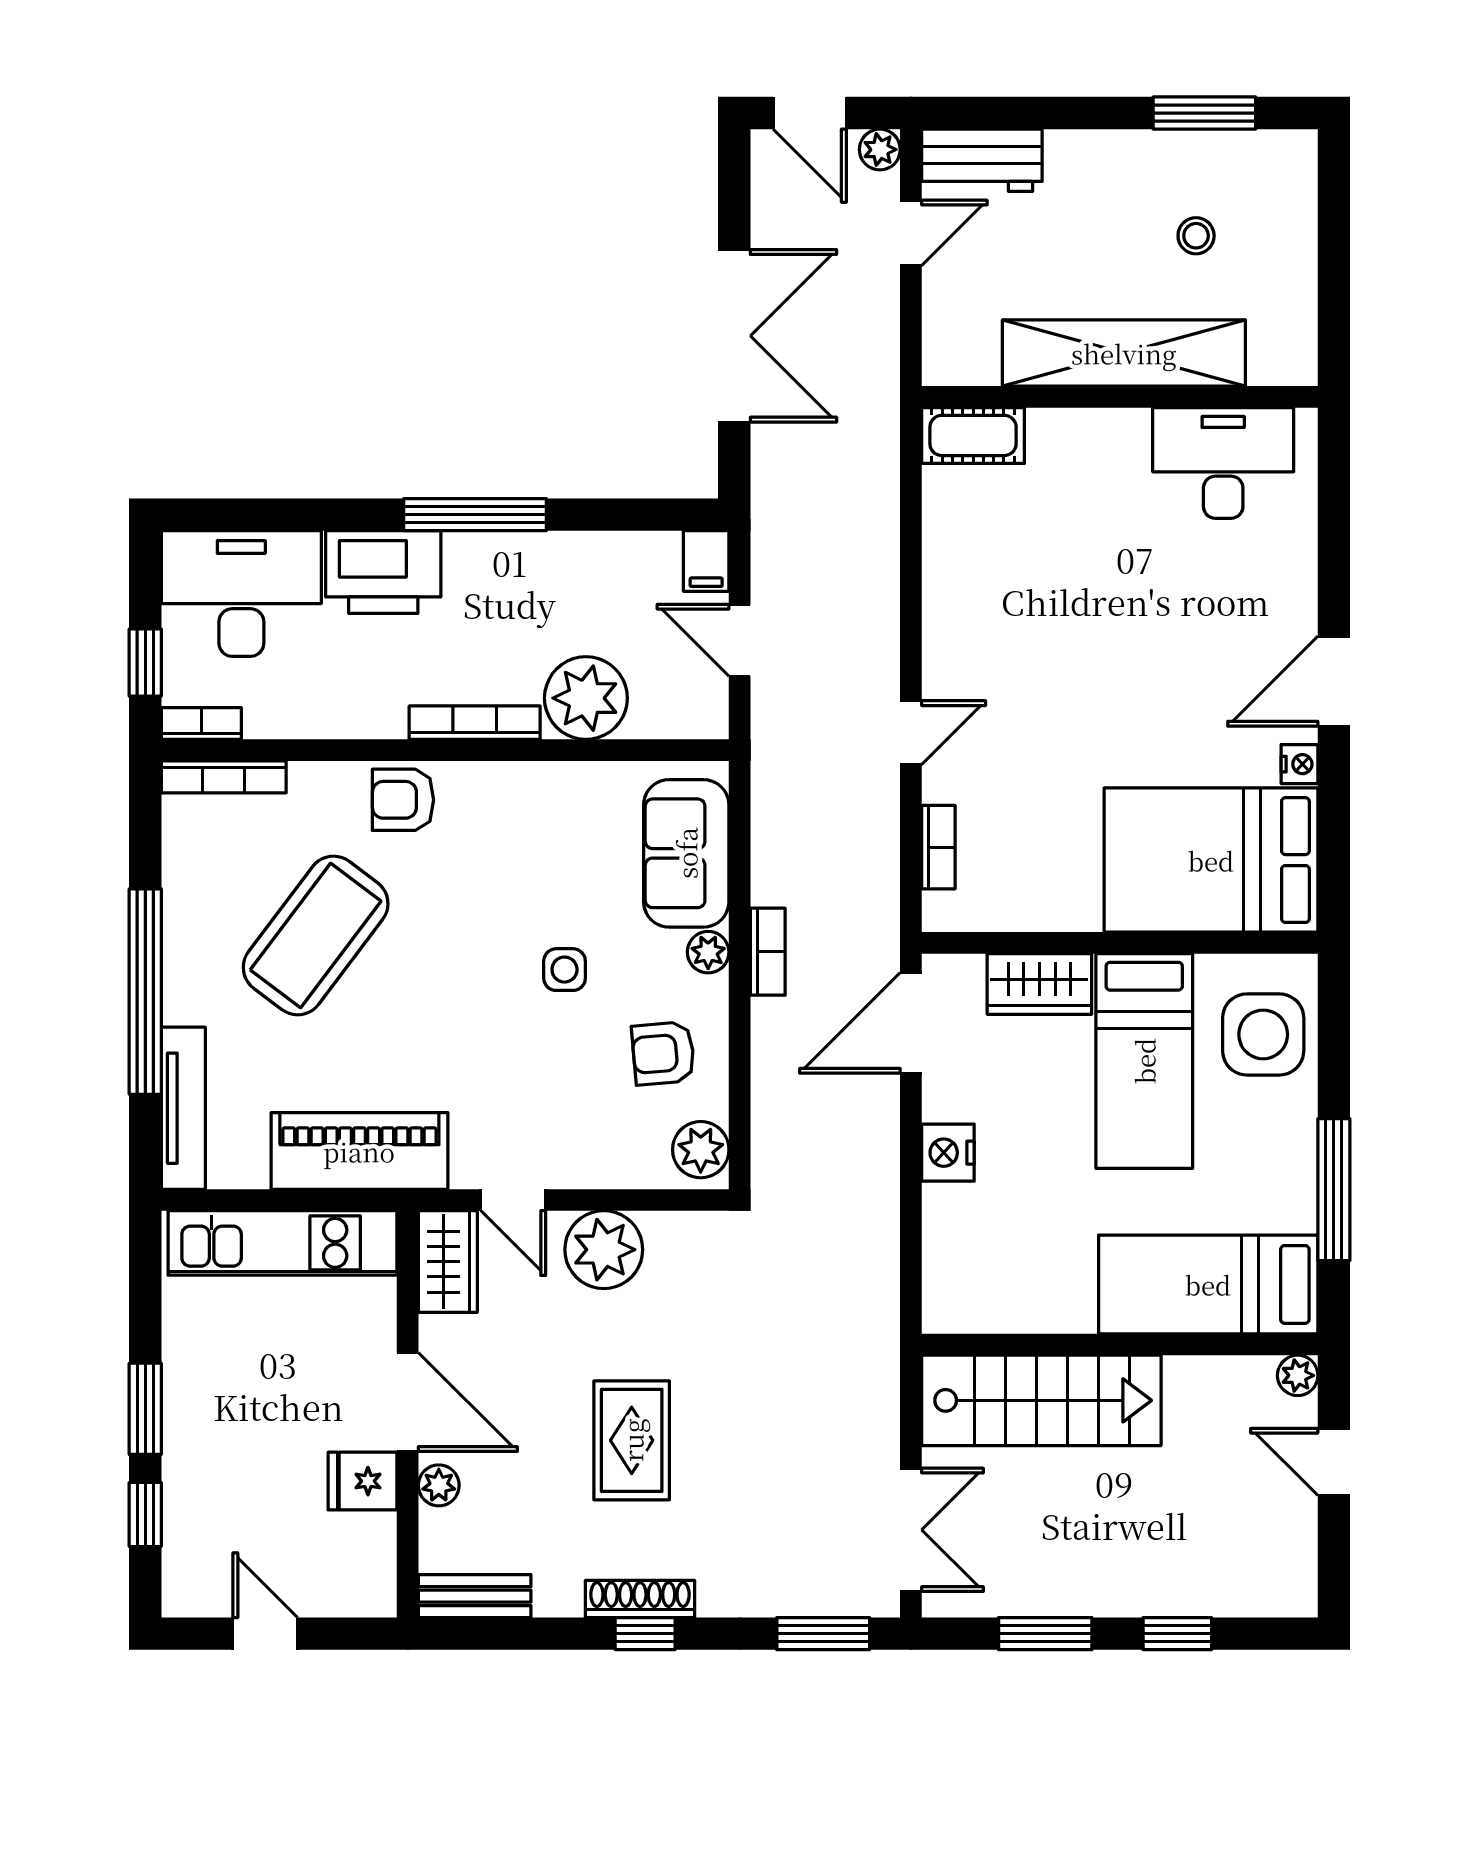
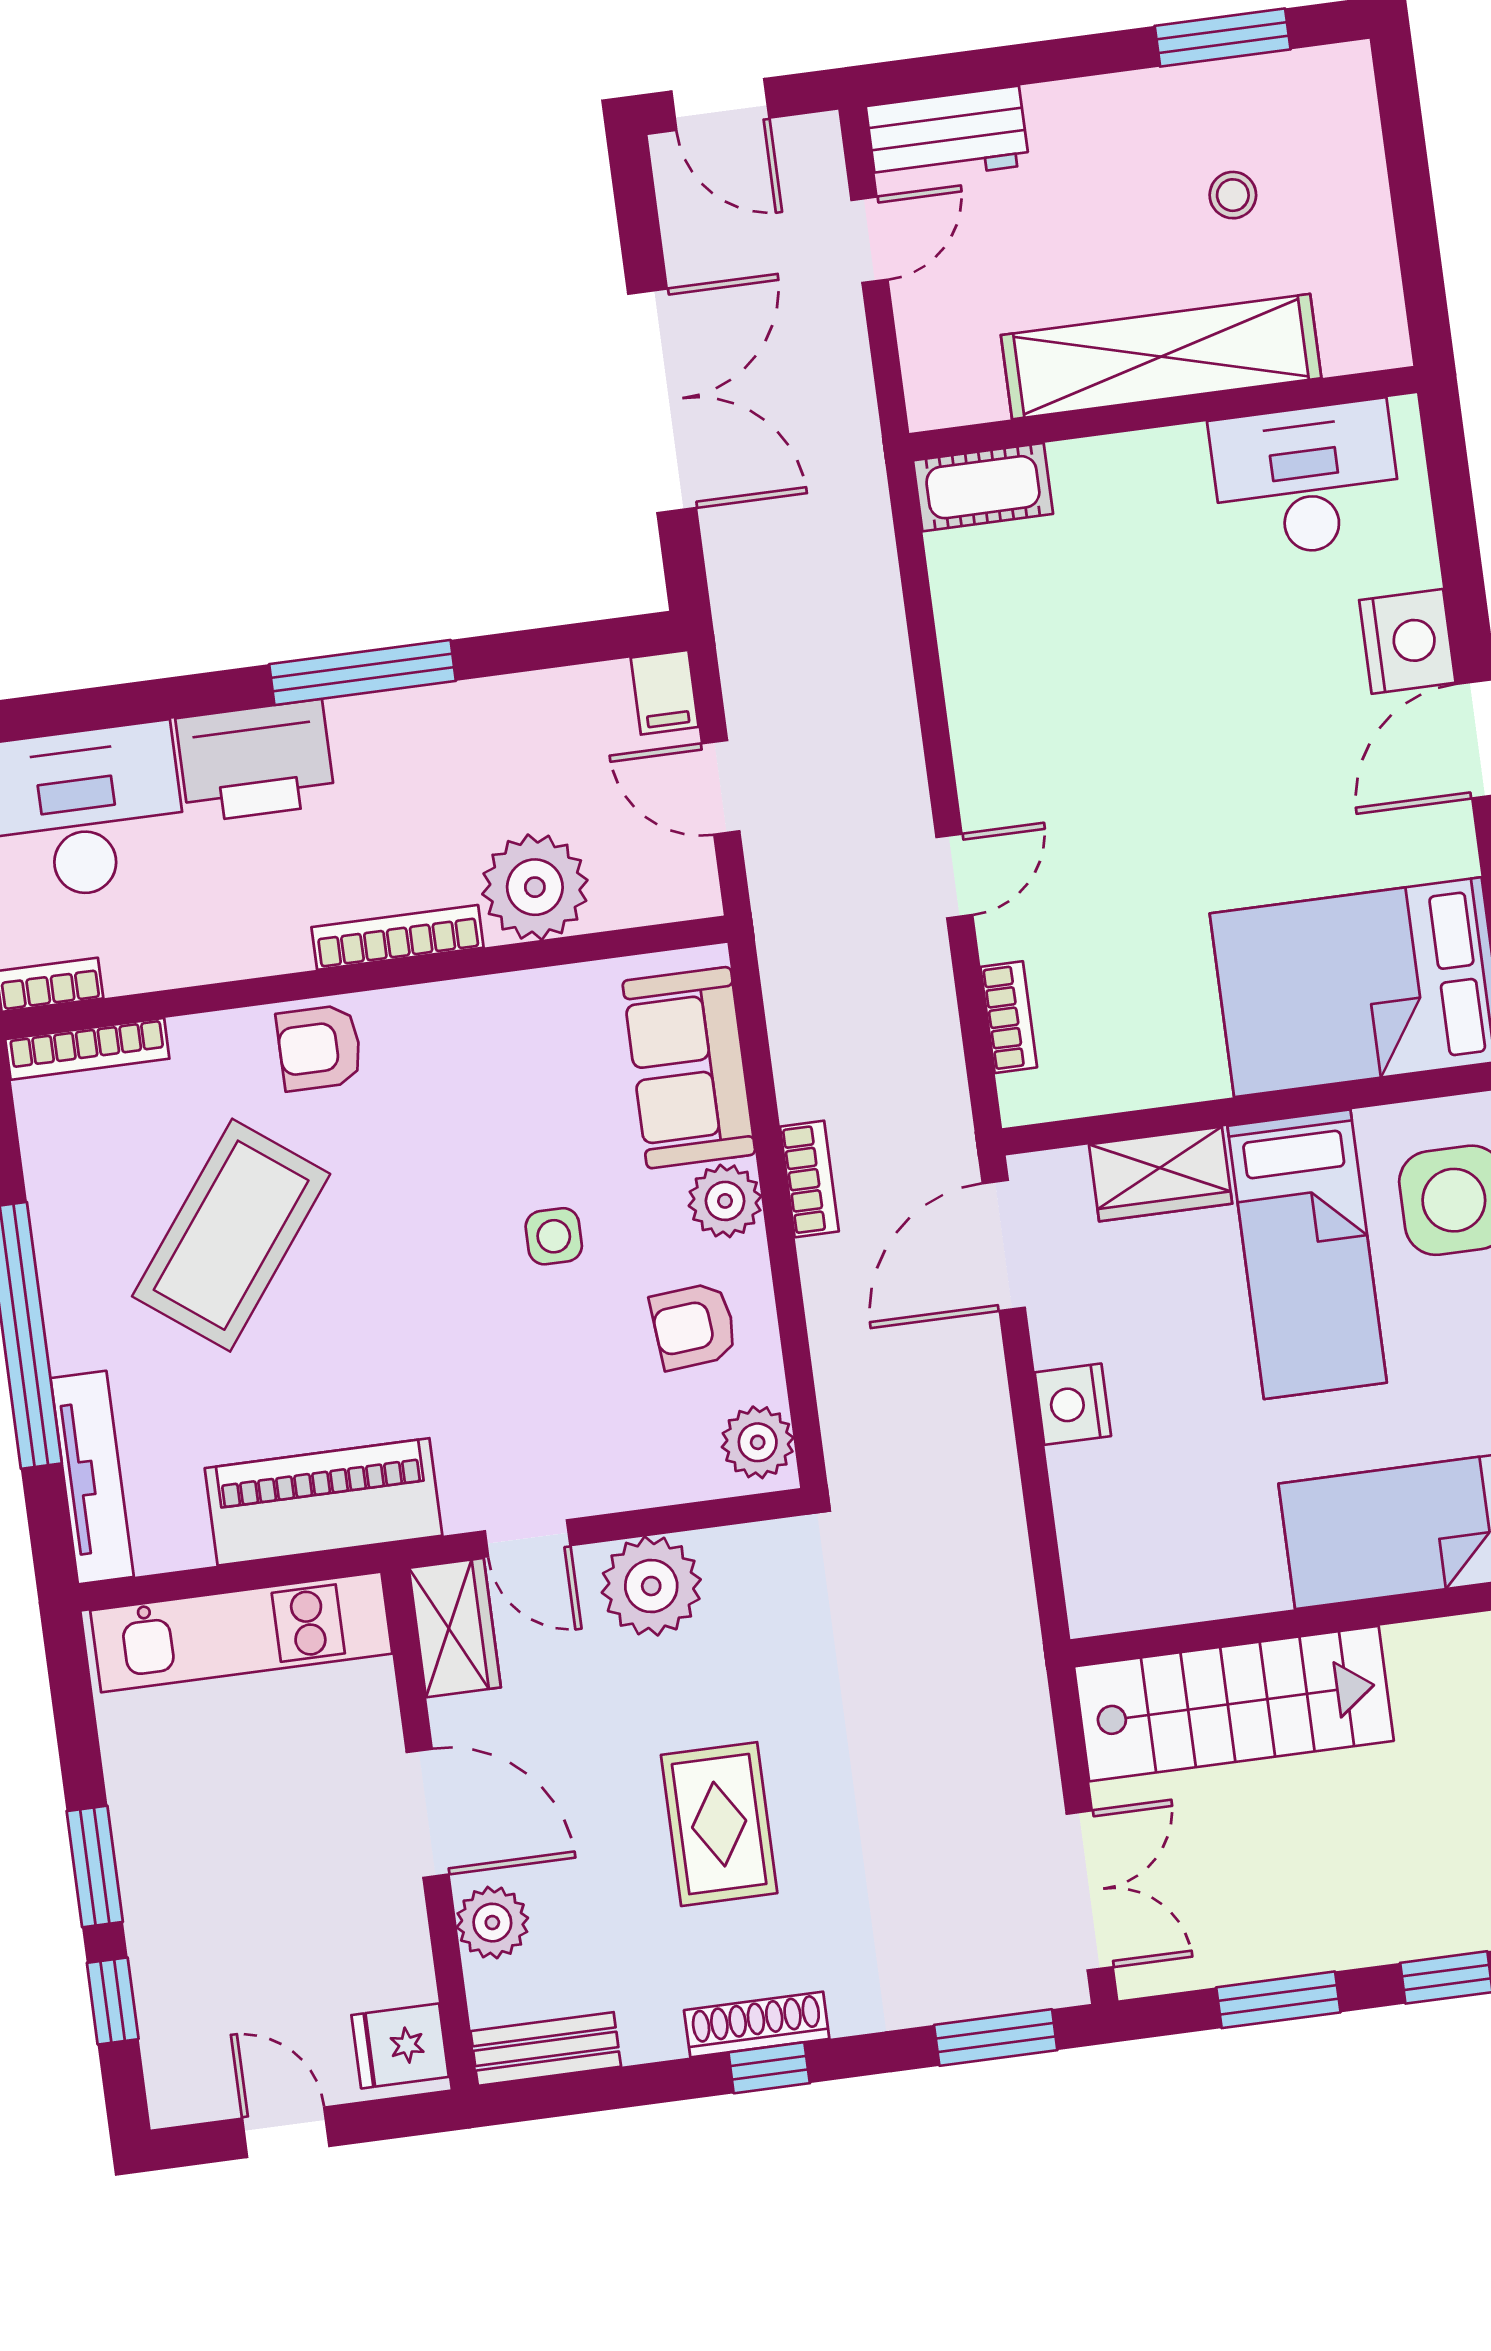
plant: (880, 150) -> (816, 139), removed
nightstand: (1299, 764) -> (1407, 641), moved, width x1.89, depth x1.79
plant: (708, 952) -> (725, 1201), width x1.38, depth x1.38
fridge: (362, 1481) -> (400, 2046), moved
plant: (439, 1485) -> (492, 1923), width x1.38, depth x1.38

